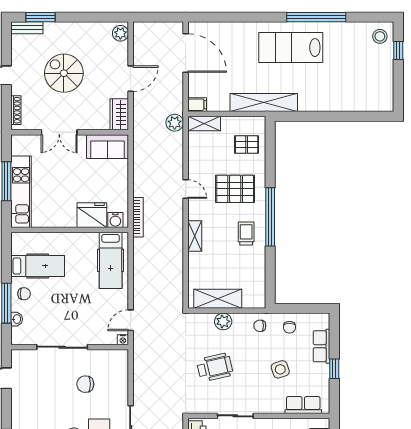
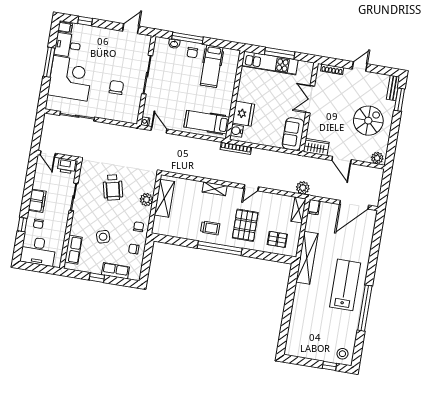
spiral stairs: (64, 73) -> (368, 121), moved
pallet: (247, 145) -> (277, 239), turned 90

